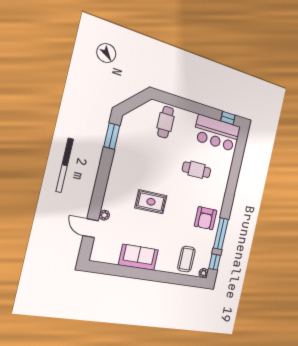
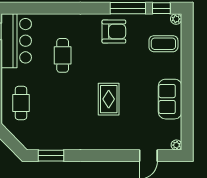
cafe table: (166, 122) -> (21, 103), turned 90
plant: (104, 215) -> (176, 145), moved

